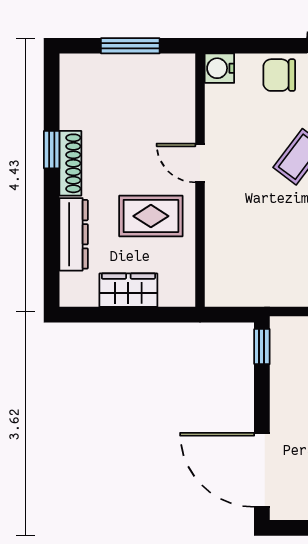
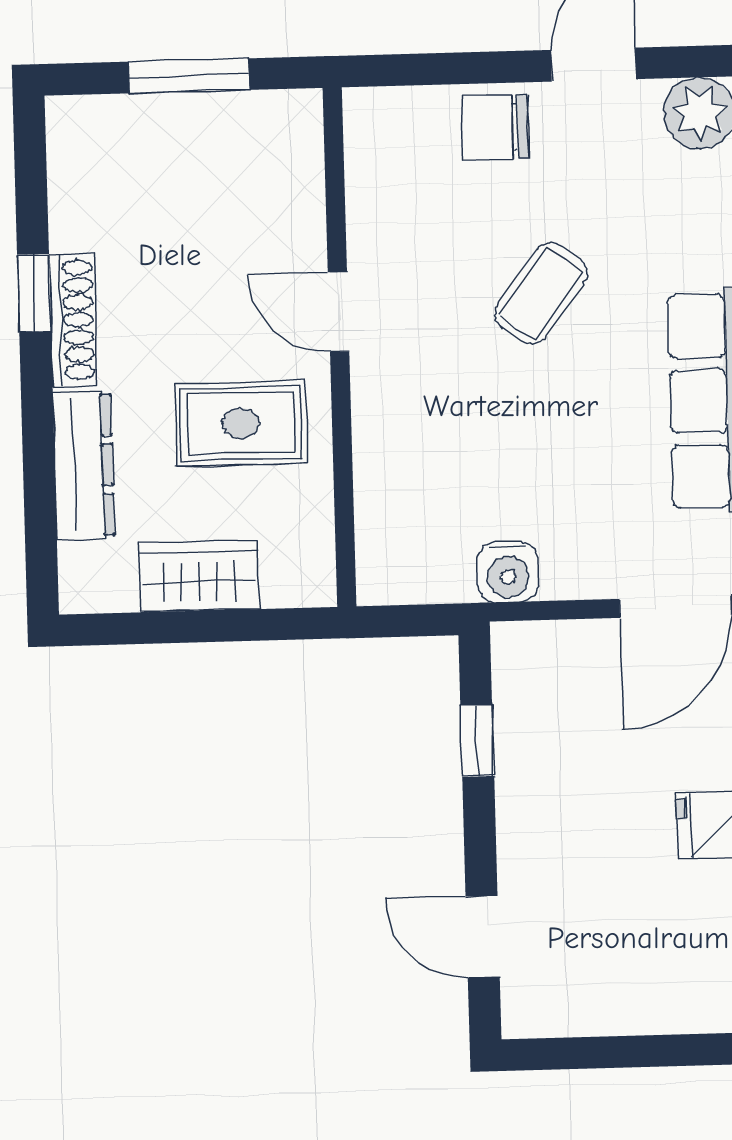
water cooler: (219, 68) -> (508, 572), moved, turned -90
window: (262, 347) -> (477, 740), moved
door: (262, 470) -> (483, 937), width x0.53

